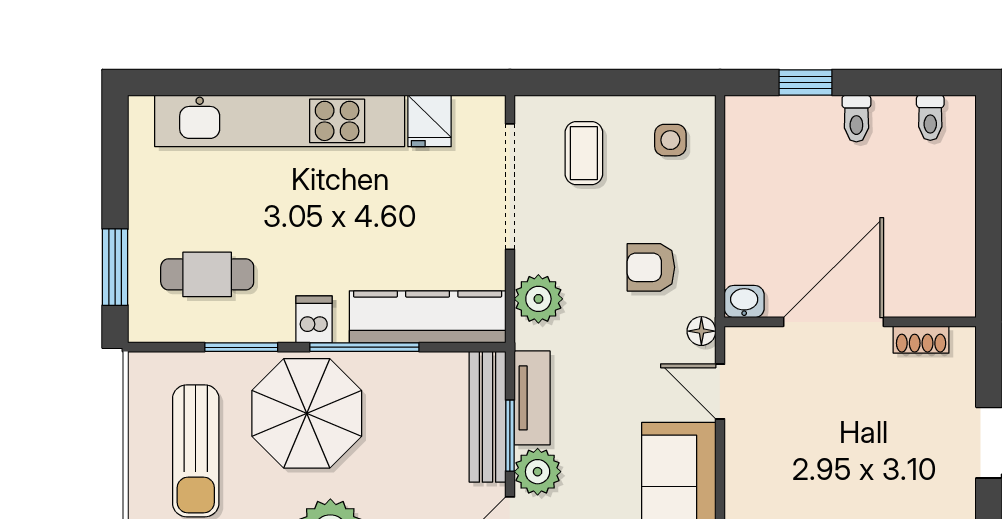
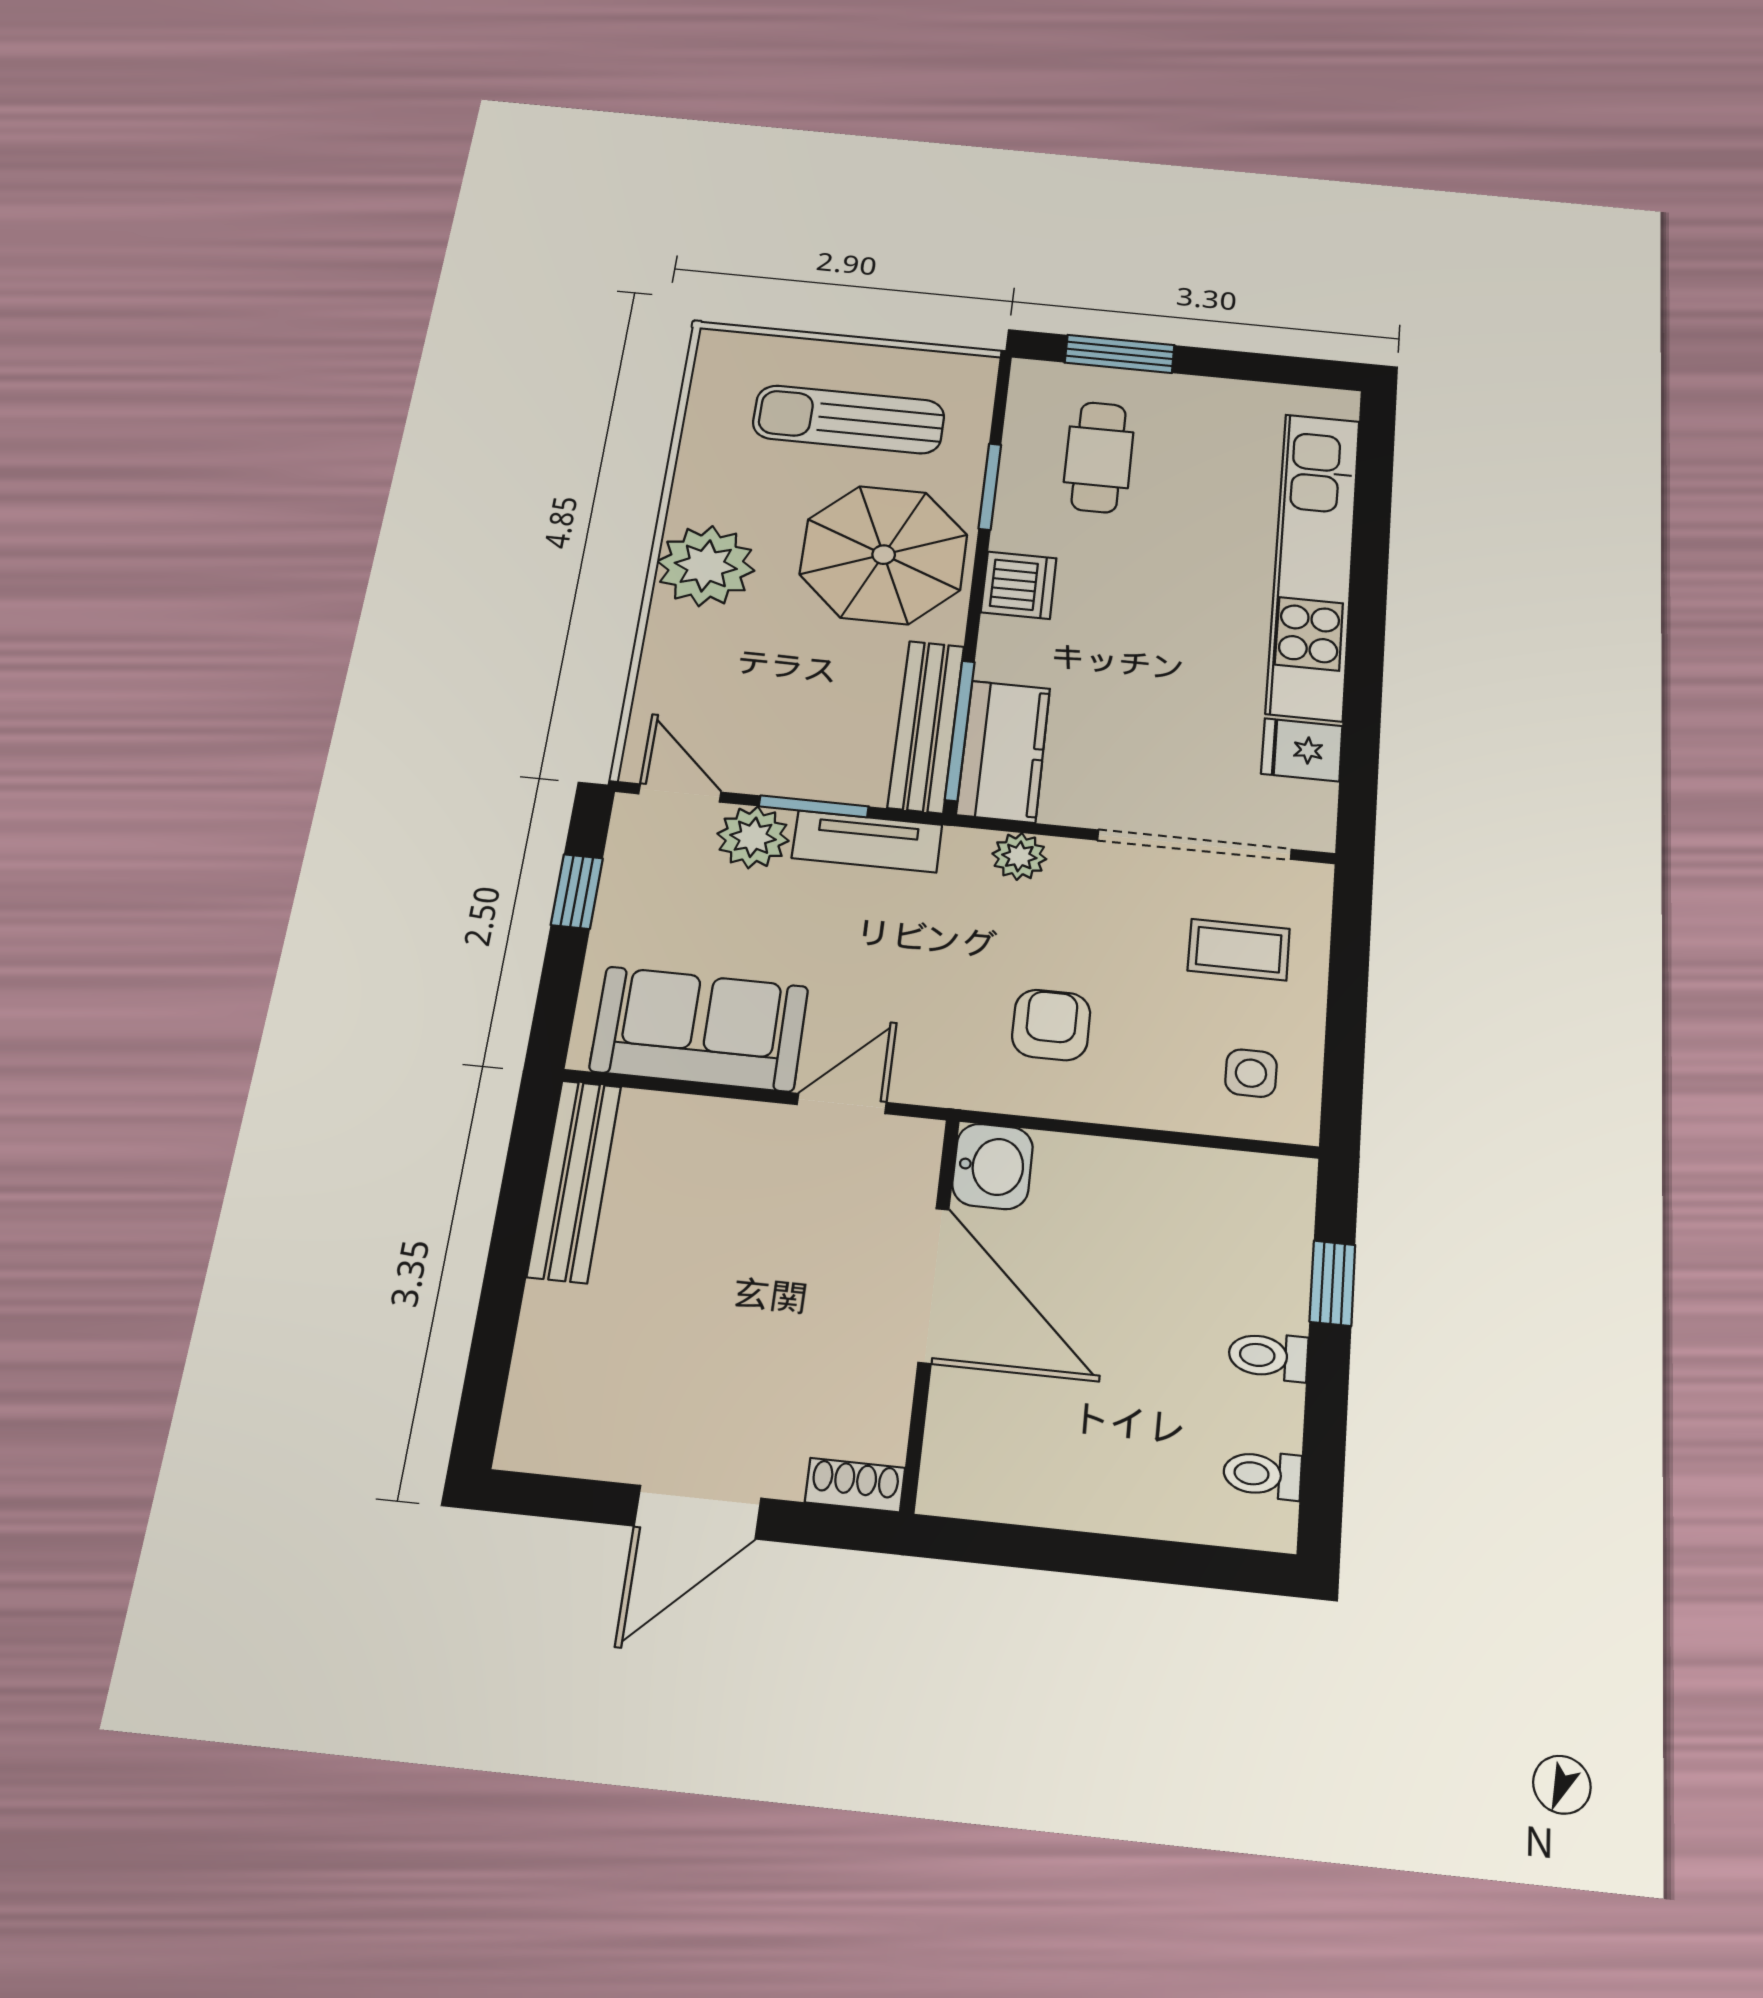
plant: (538, 299) -> (1019, 856), width x0.73, depth x0.73
washbasin: (744, 302) -> (993, 1166), width x1.38, depth x1.45
kitchen counter: (428, 317) -> (1003, 751), width x0.67
dishwasher: (314, 319) -> (1019, 585), width x1.38
floor lamp: (701, 331) -> (942, 1087), removed
shoe rack: (921, 340) -> (855, 1485), moved, turned 90
window: (364, 347) -> (960, 730), moved
bench: (487, 417) -> (926, 726), moved, turned 90

